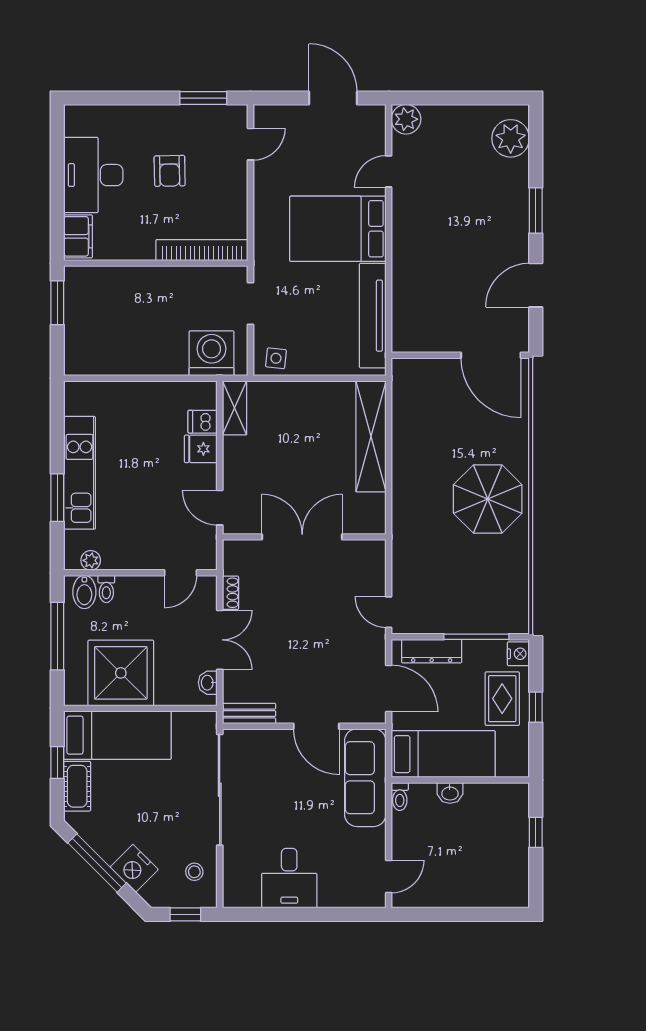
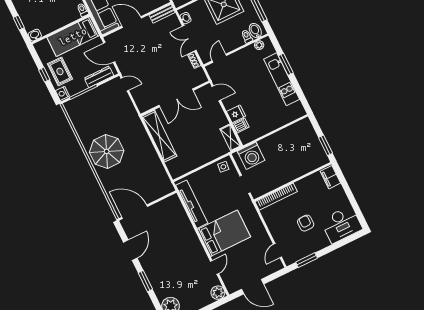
desk: (93, 175) -> (341, 224), moved, turned 90
shelving: (371, 436) -> (159, 136), moved
washbasin: (450, 793) -> (35, 35), moved

